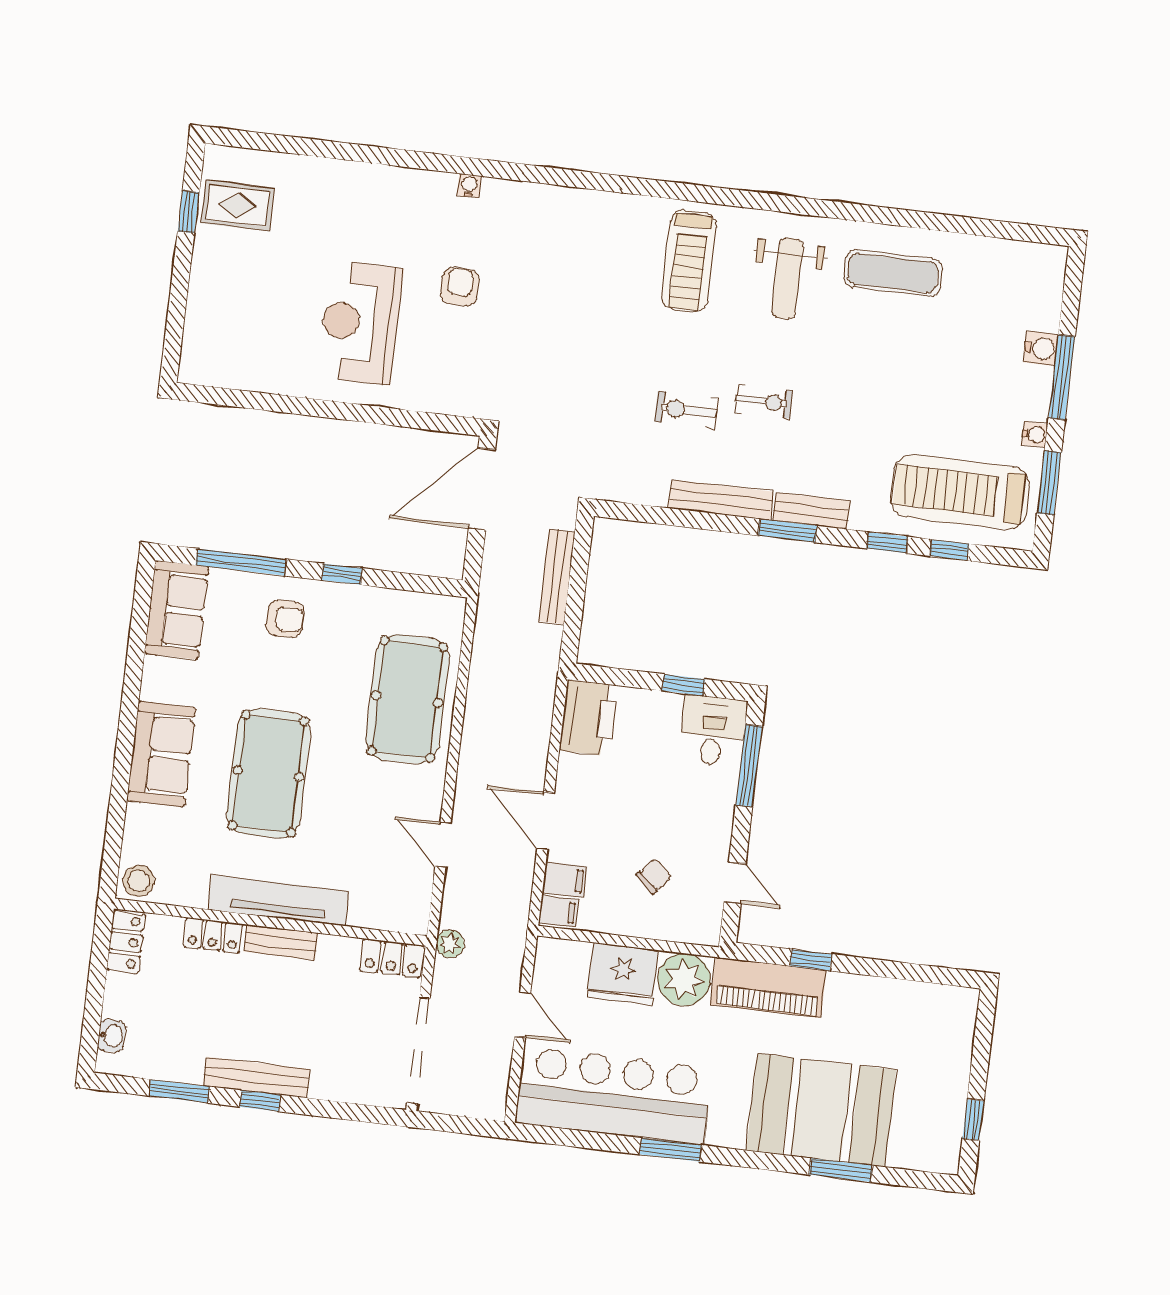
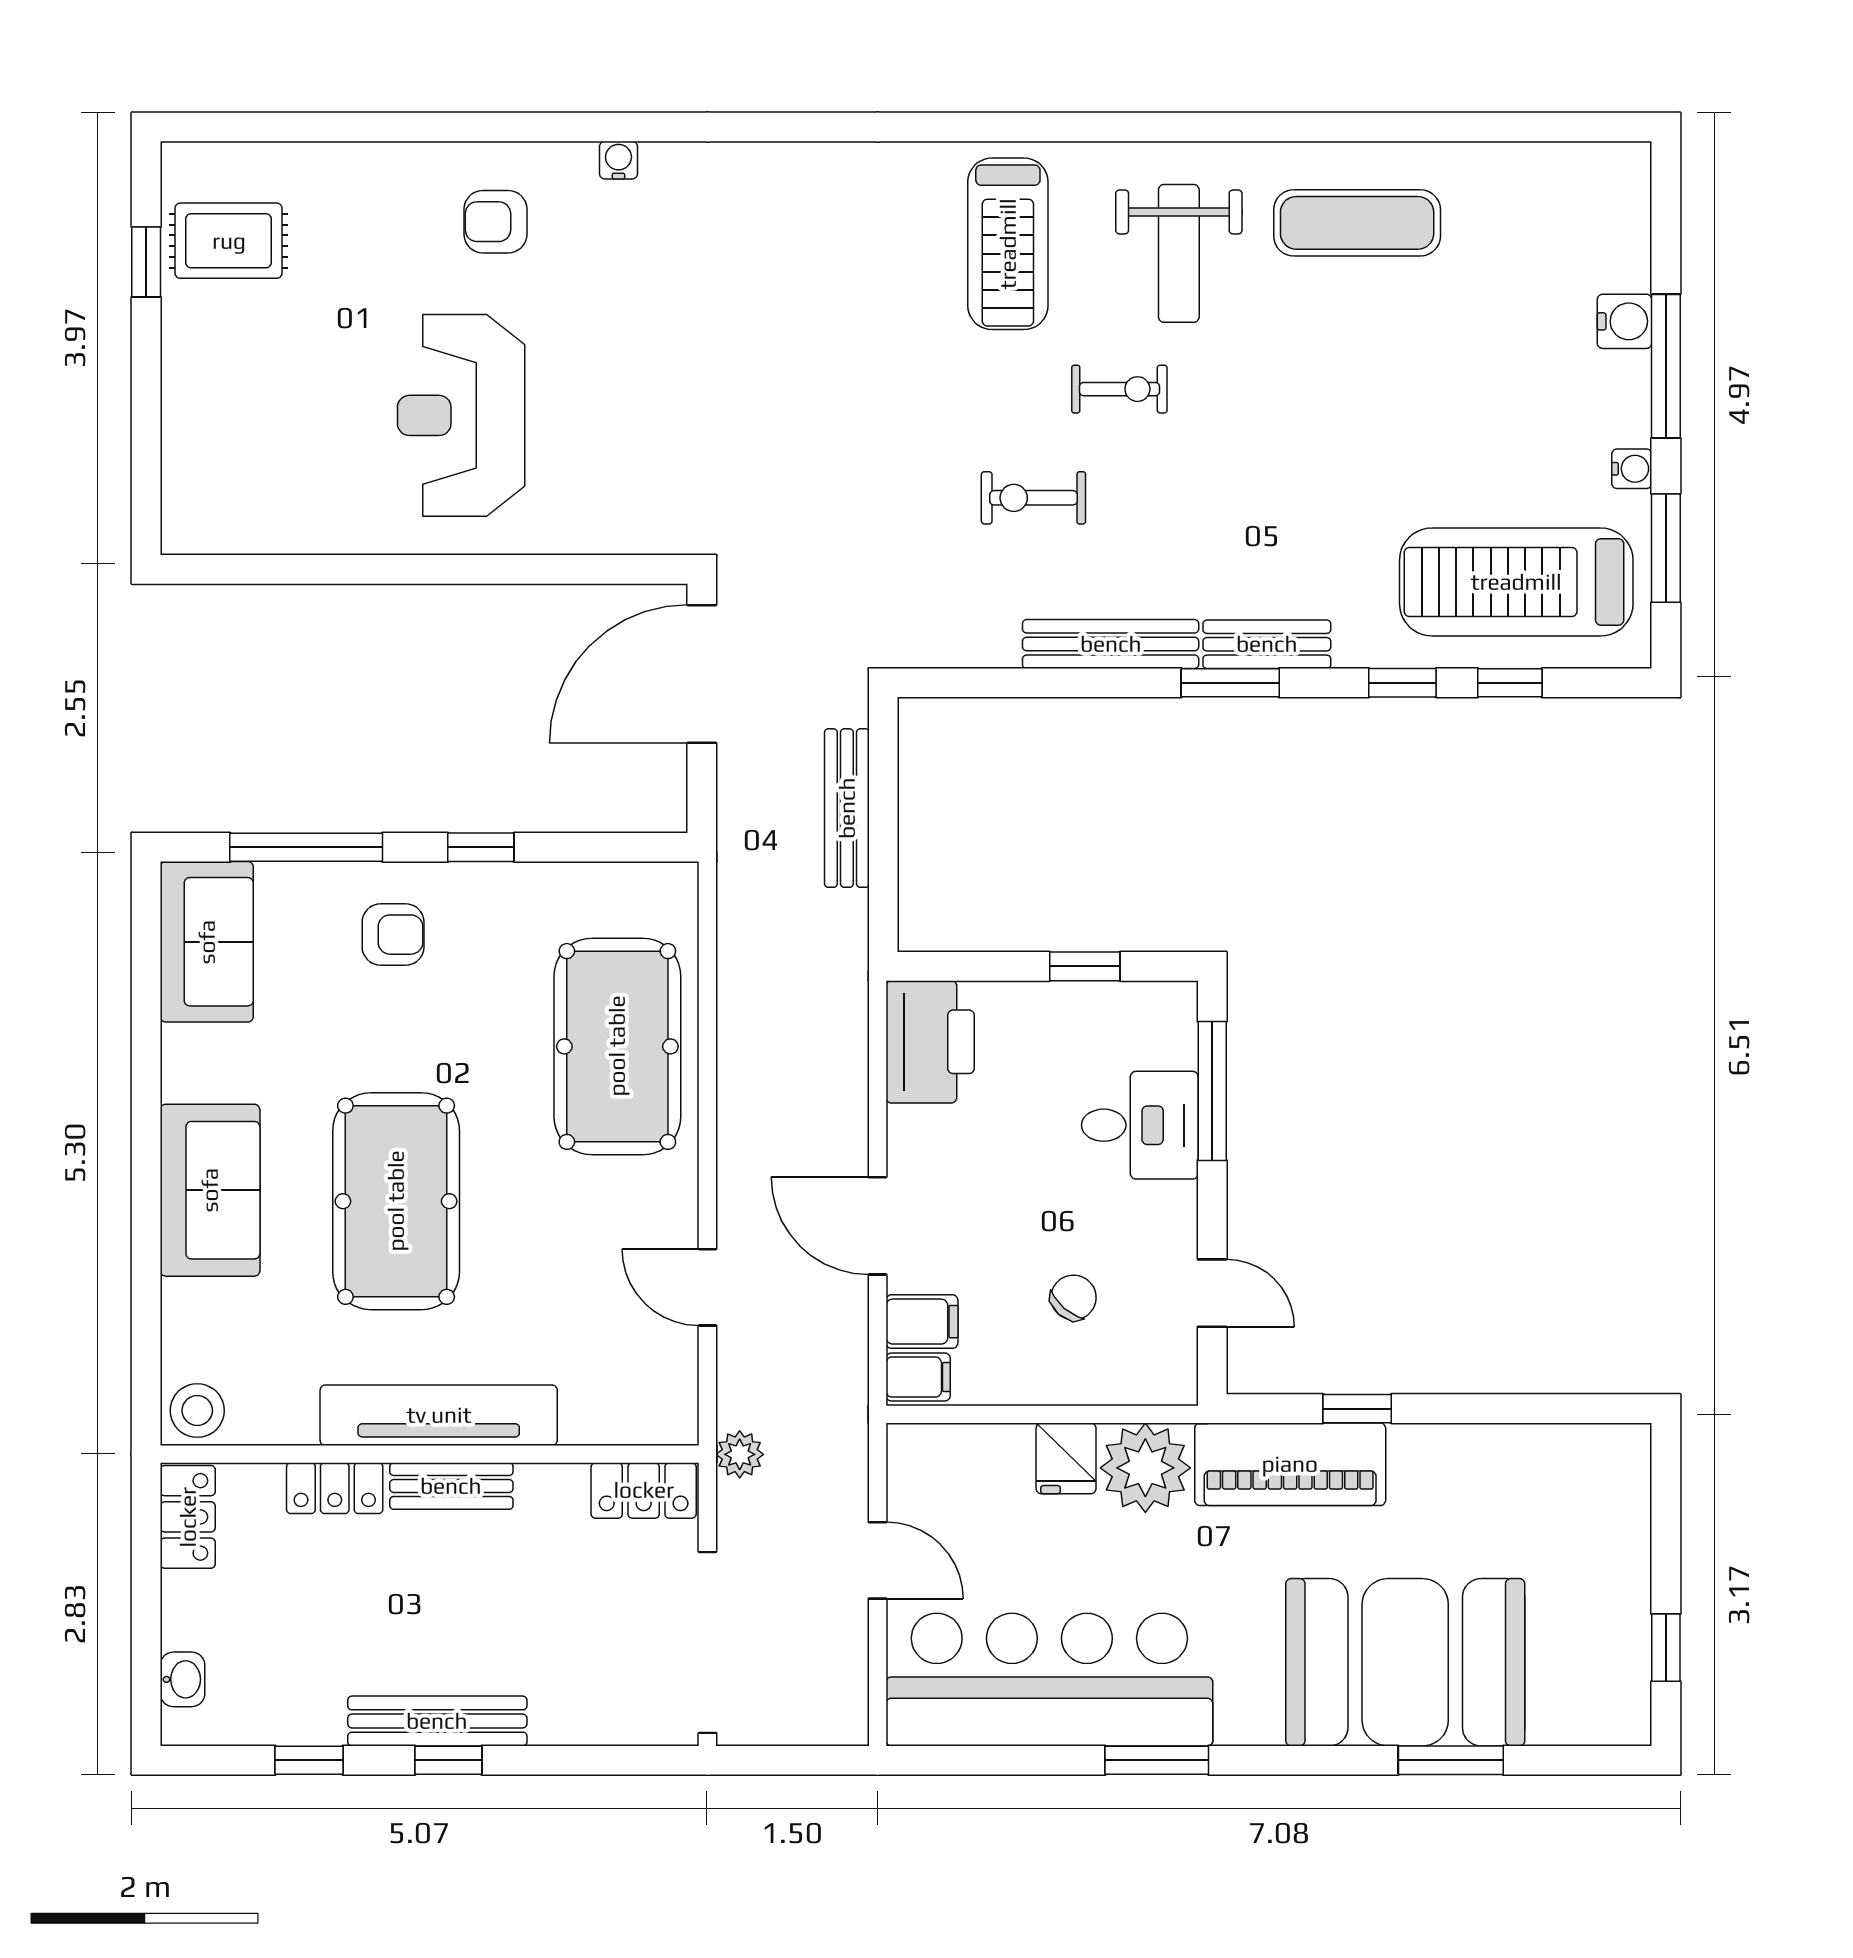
armchair: (460, 287) -> (496, 222), moved, turned -90
exercise bike: (764, 402) -> (1119, 389), moved
desk: (713, 731) -> (1140, 1125), moved, turned 90
fridge: (623, 974) -> (1066, 1458), width x0.53, depth x0.75
window: (179, 1091) -> (309, 1760), width x0.67

